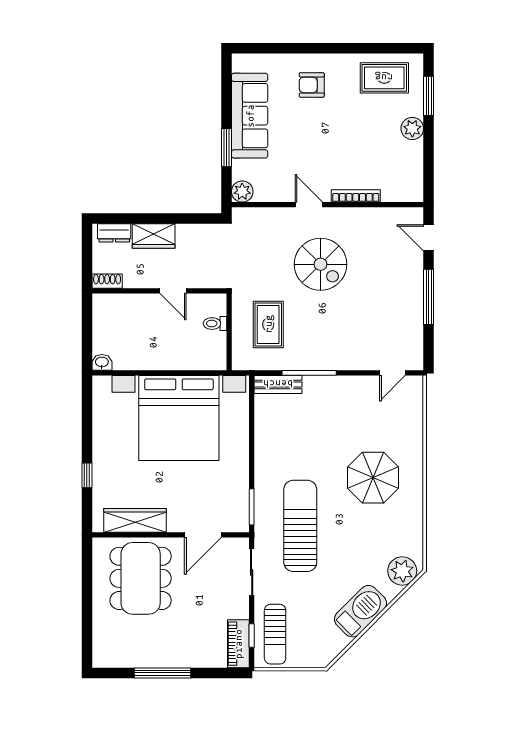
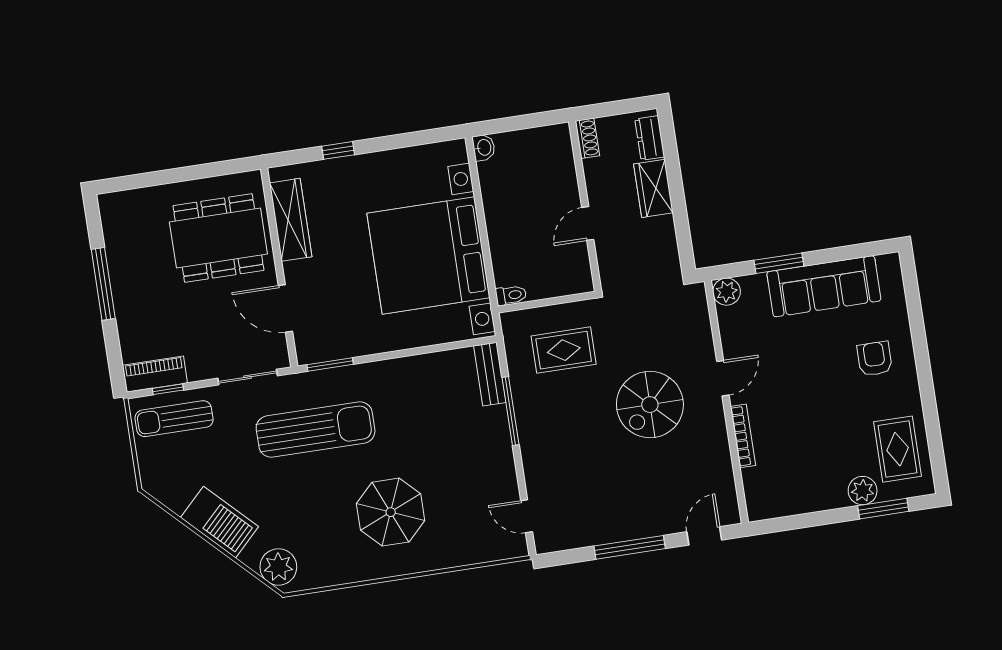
plant: (412, 128) -> (863, 491), moved
toilet: (215, 324) -> (511, 295), moved, turned 90

